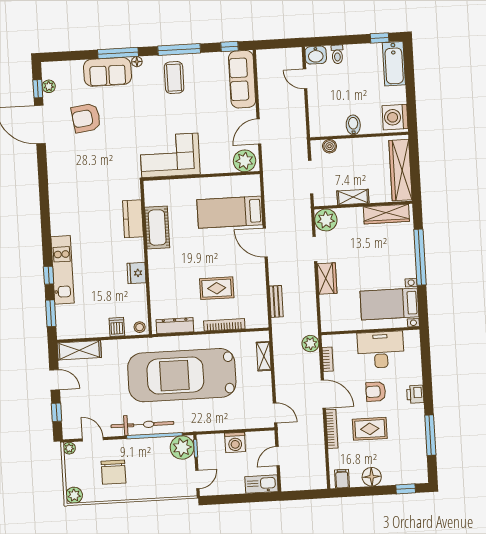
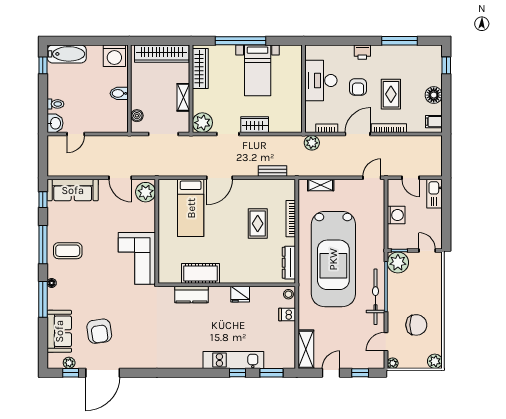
sofa: (108, 72) -> (59, 331), moved
bed with nightstands: (389, 304) -> (258, 70), moved

